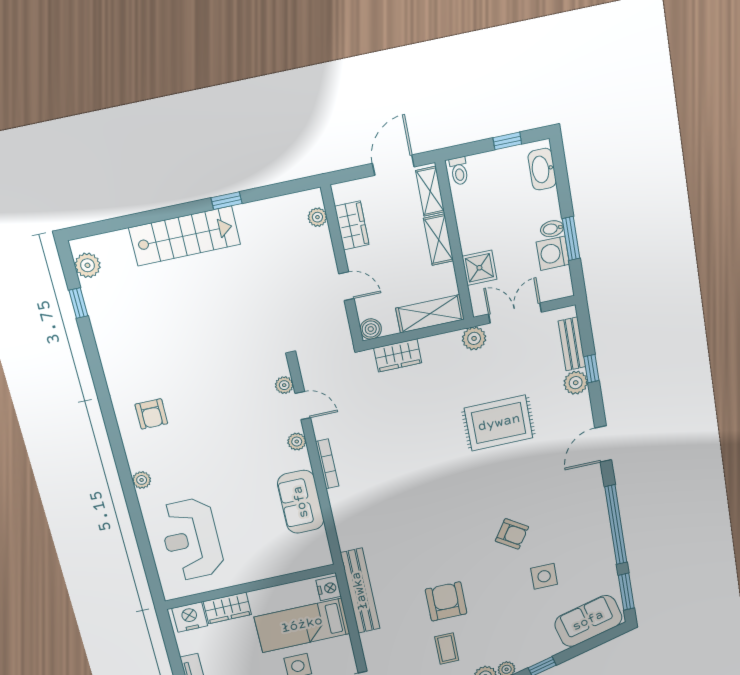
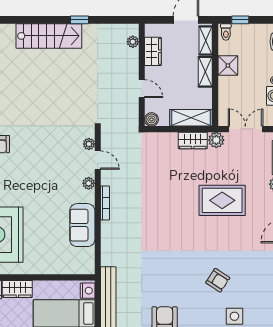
window: (507, 141) -> (240, 20), moved
shower: (479, 268) -> (228, 65), moved
wardrobe: (398, 355) -> (193, 140), moved

